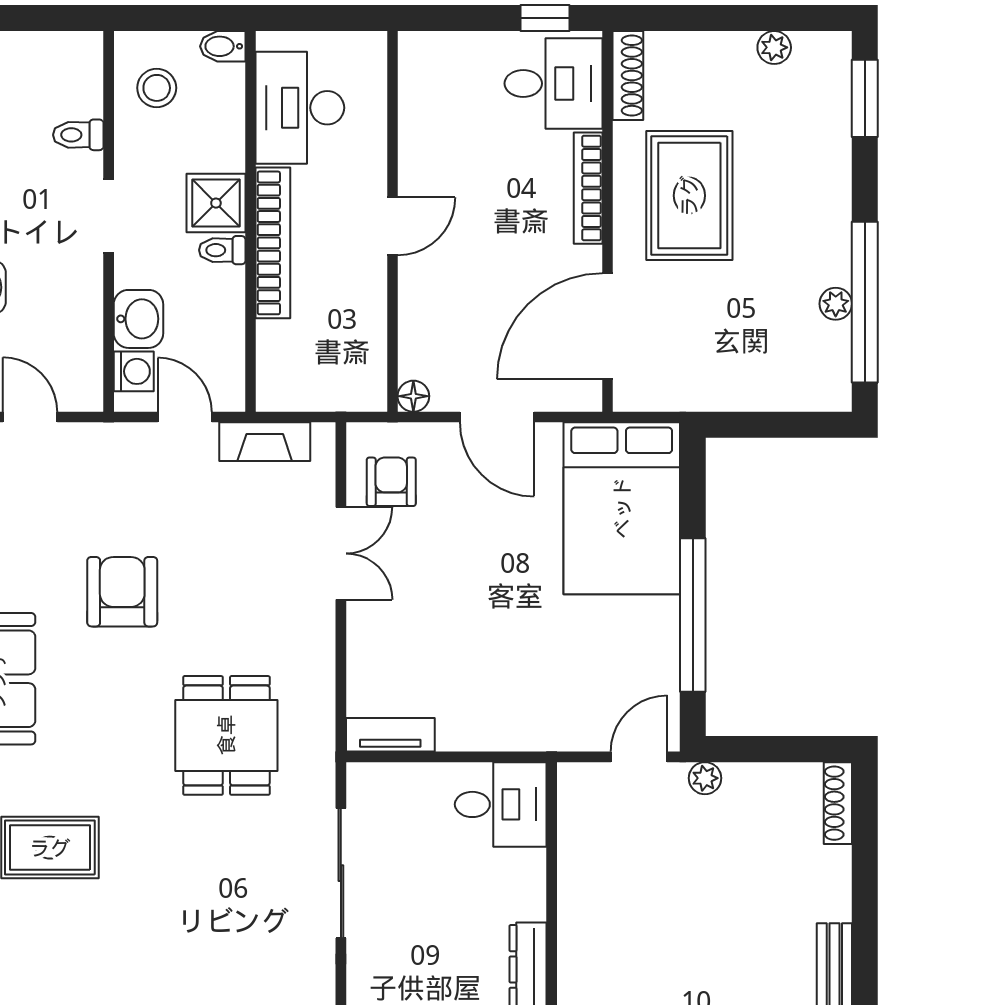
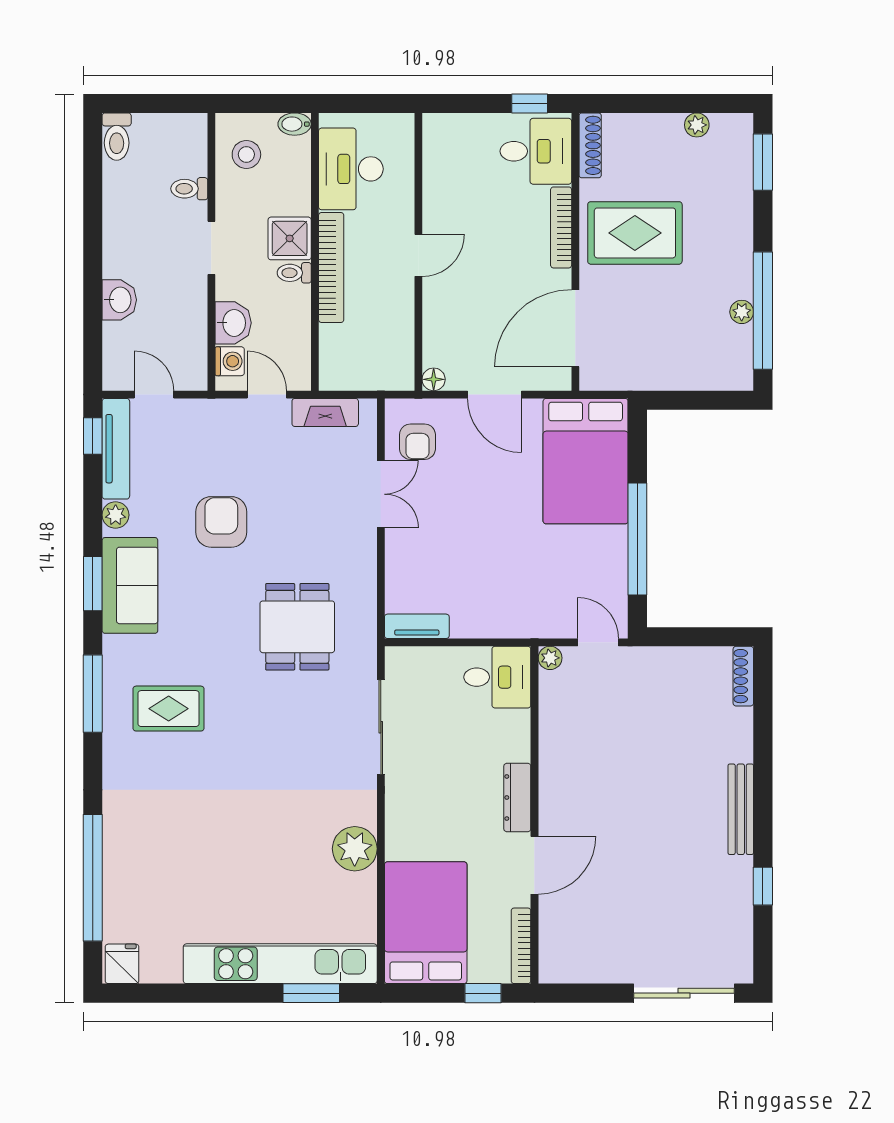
rug: (689, 196) -> (635, 233), turned 90
armchair: (391, 482) -> (417, 442), turned 180
door: (639, 757) -> (598, 642), hinge flipped
plant: (705, 778) -> (550, 658), moved

